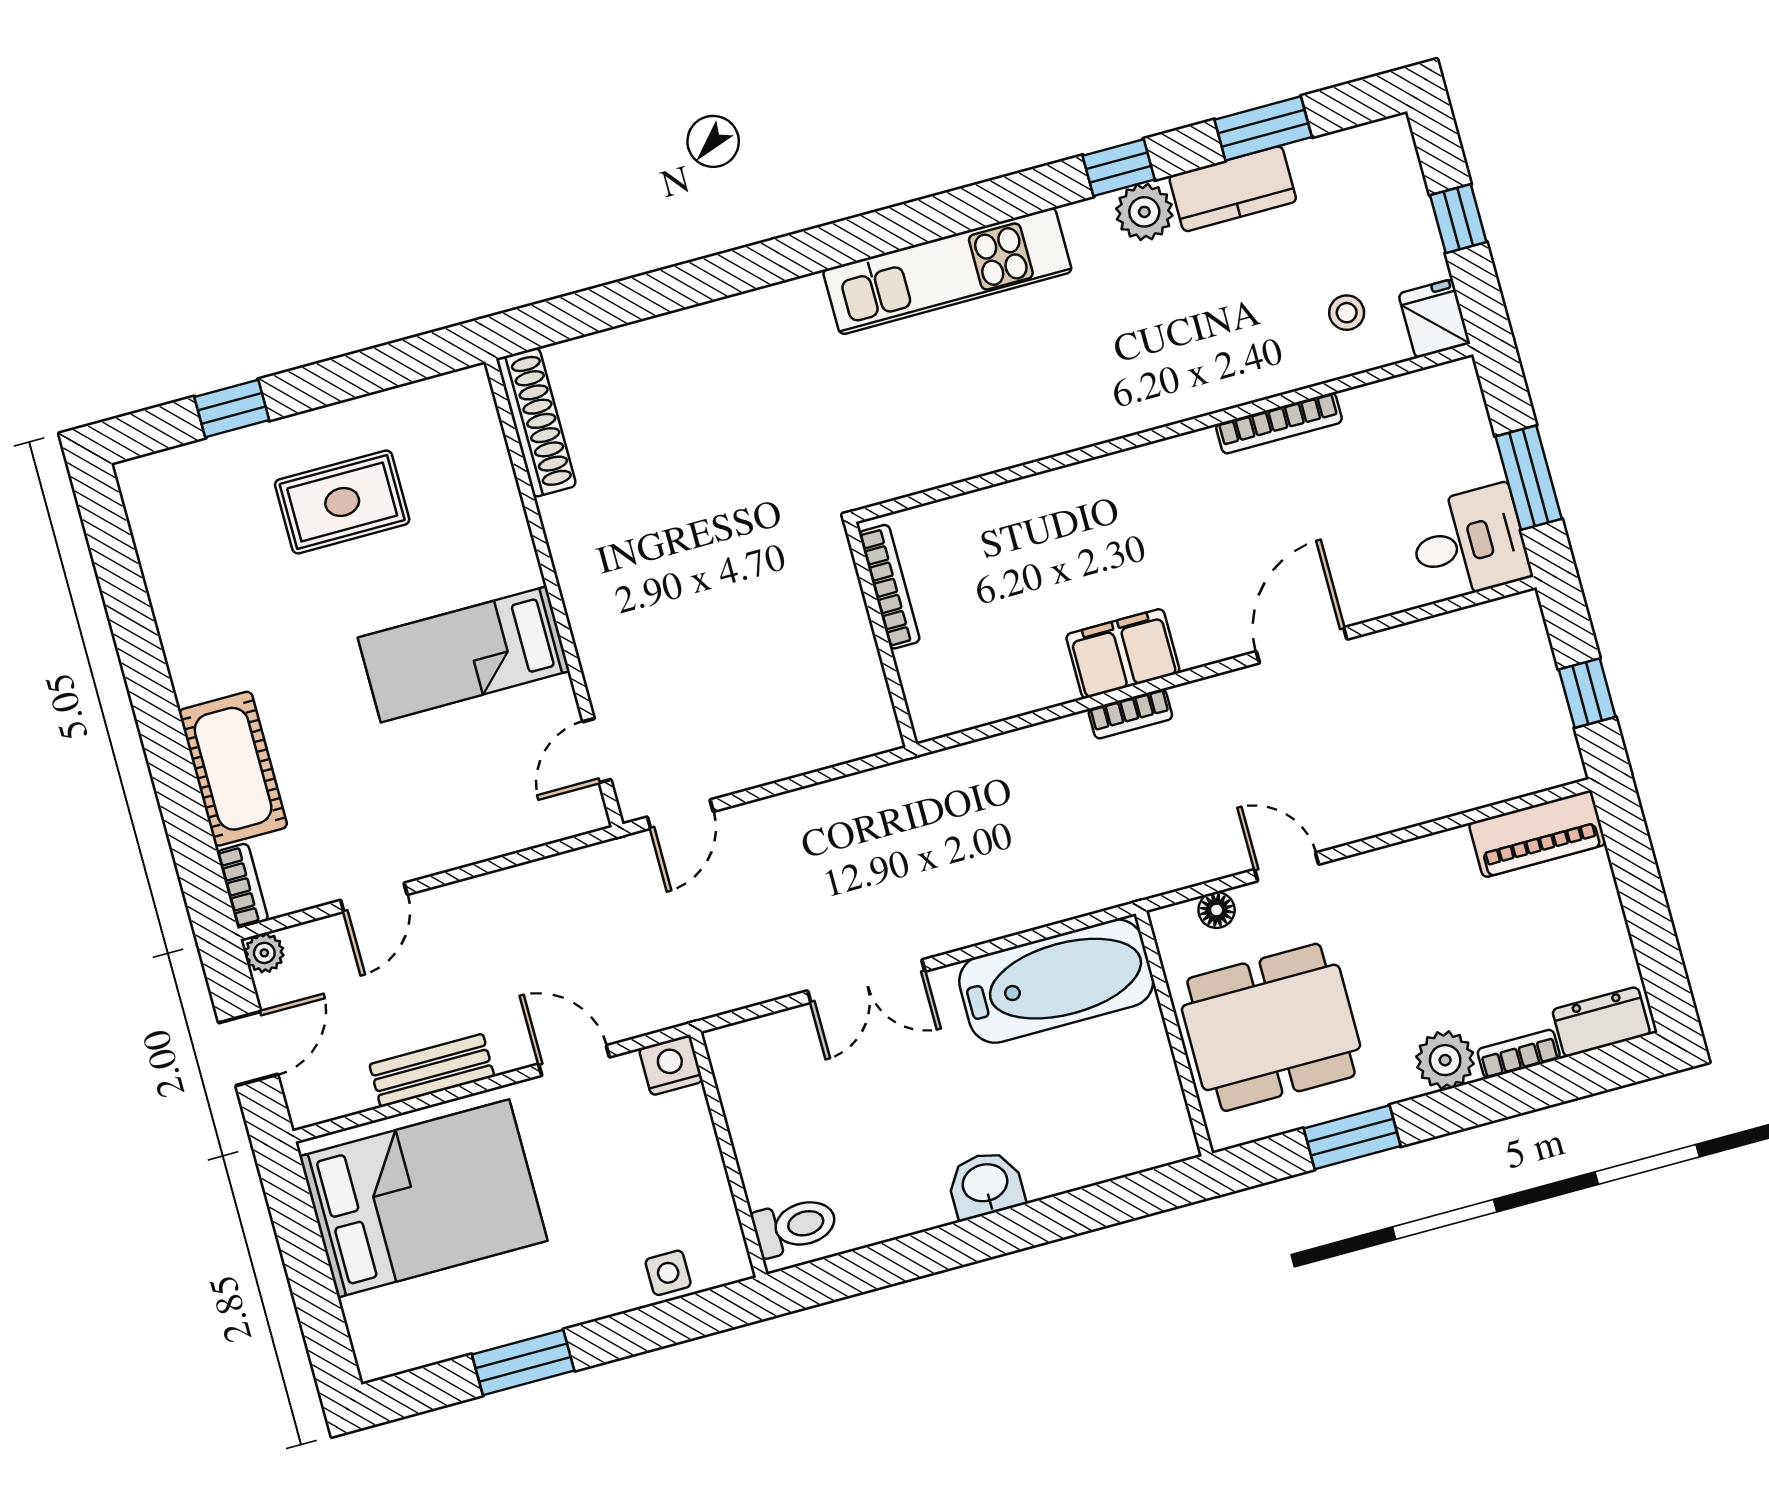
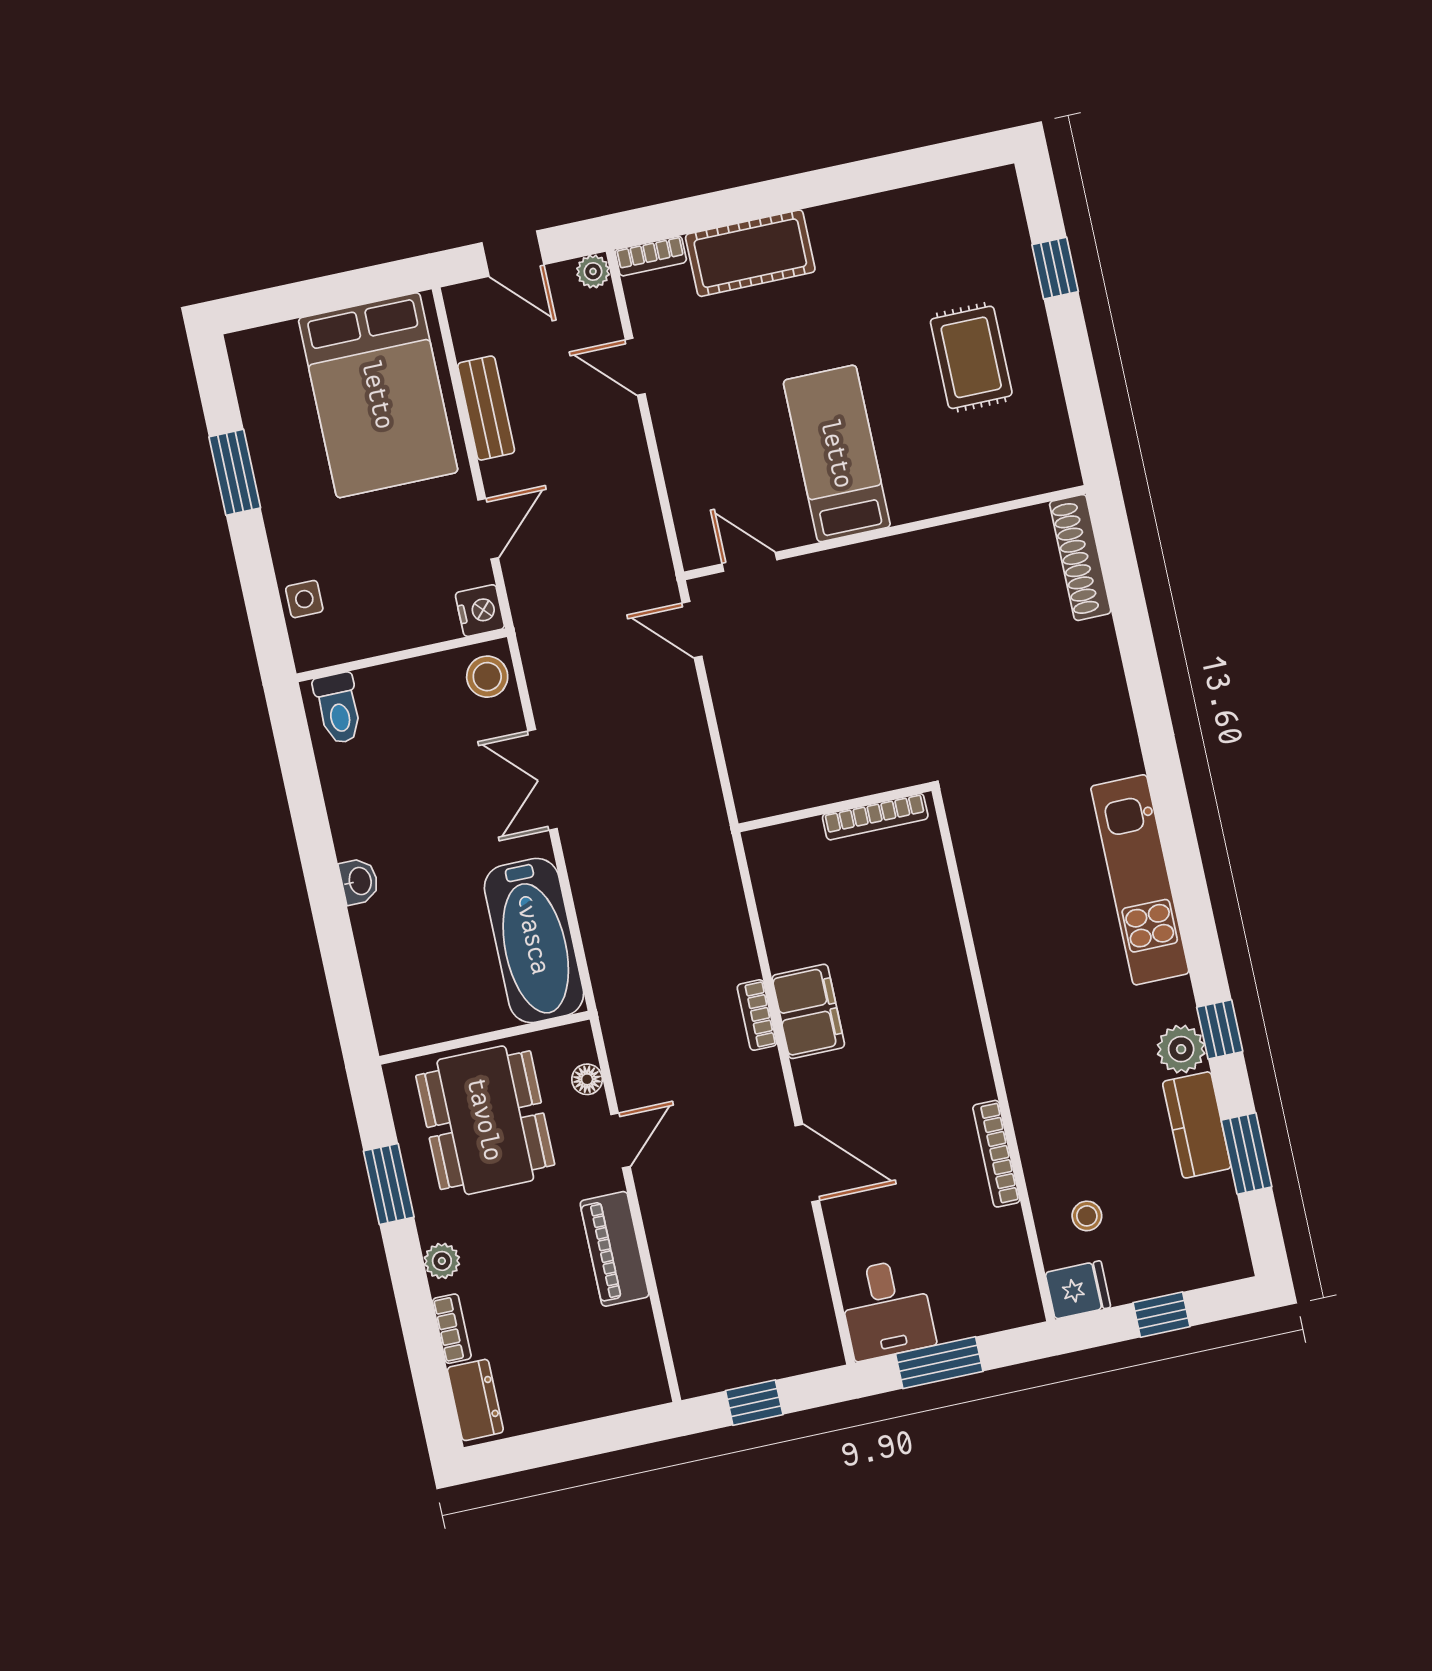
shoe rack: (536, 422) -> (1080, 557), moved, turned 90
piano: (1537, 834) -> (615, 1249), moved
stool: (748, 1053) -> (487, 677), added
plant: (1445, 1060) -> (442, 1261), width x0.73, depth x0.73
washbasin: (985, 1185) -> (359, 881), width x0.72, depth x0.69

